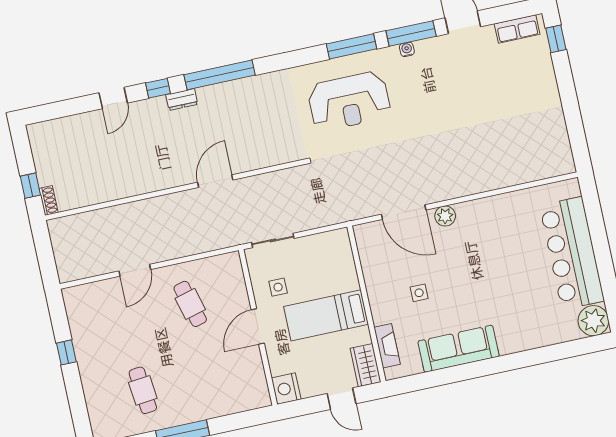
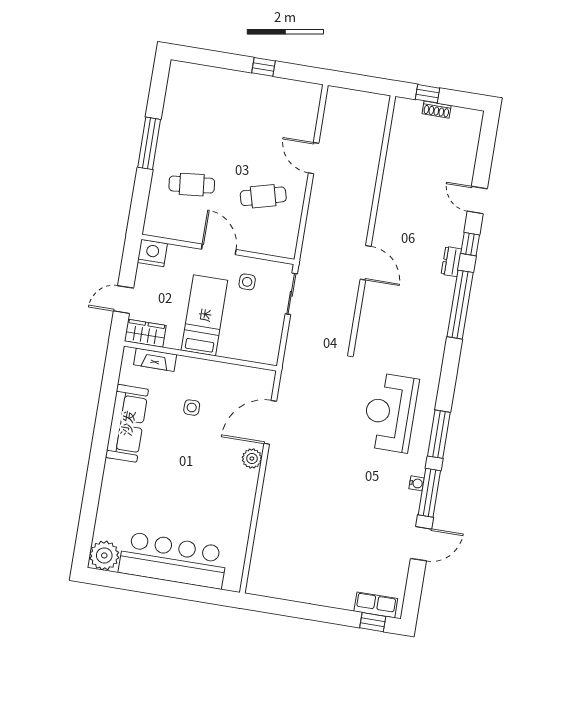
row of seats: (517, 29) -> (376, 605), moved, turned 90
shoe rack: (48, 200) -> (437, 110), moved
cafe table: (143, 390) -> (192, 185), moved

